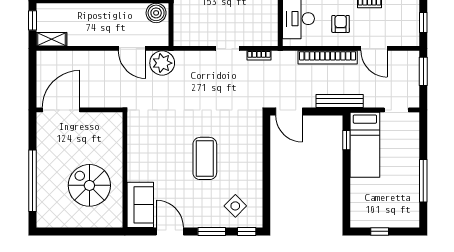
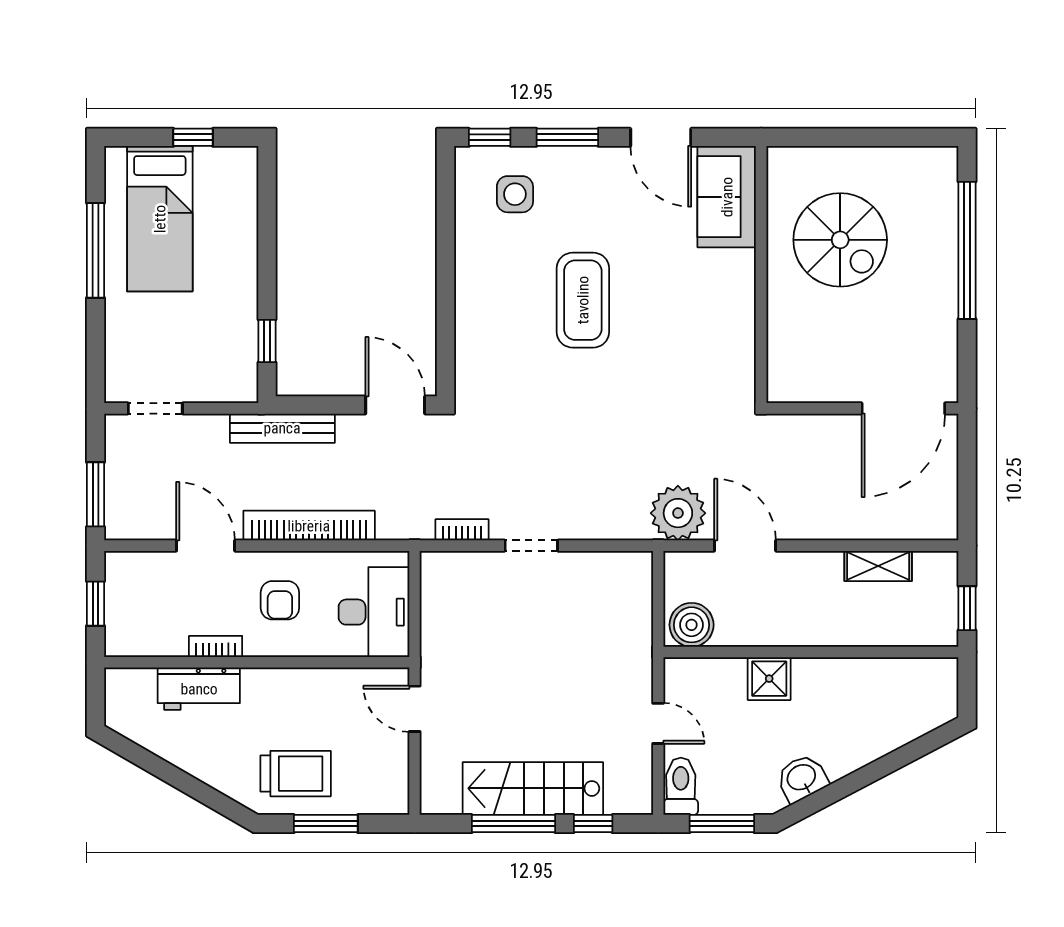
shelving: (52, 39) -> (878, 566), moved
bed: (365, 145) -> (160, 219), moved, turned 180
side table: (235, 206) -> (515, 194), turned 45

